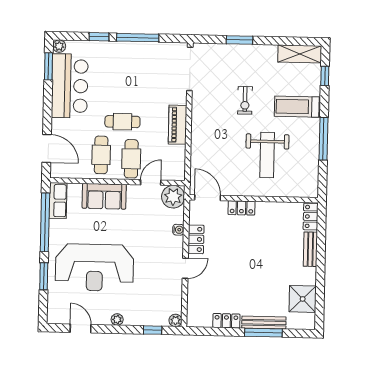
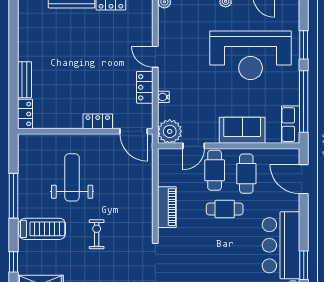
reception desk: (95, 268) -> (251, 55), turned 180
door: (185, 268) -> (155, 57), hinge flipped
shower: (303, 299) -> (31, 27), removed

